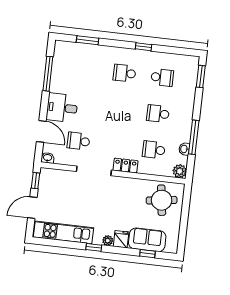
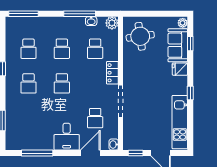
window: (201, 76) -> (24, 14), width x1.44
school desk: (162, 77) -> (28, 49), turned 180
school desk: (120, 109) -> (62, 83), added
plant: (108, 241) -> (183, 23), moved

